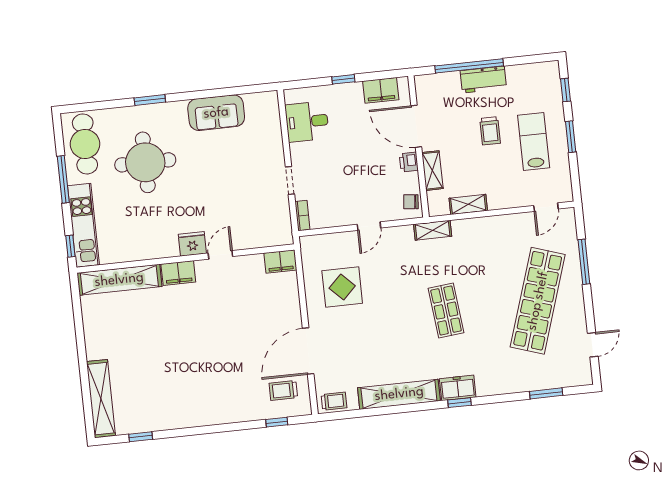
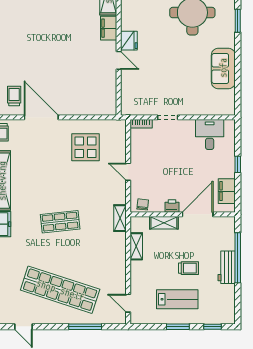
trolley: (490, 131) -> (188, 268), turned 180
filing cabinet: (280, 261) -> (109, 104), removed

